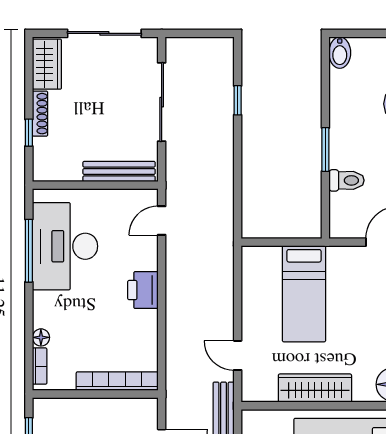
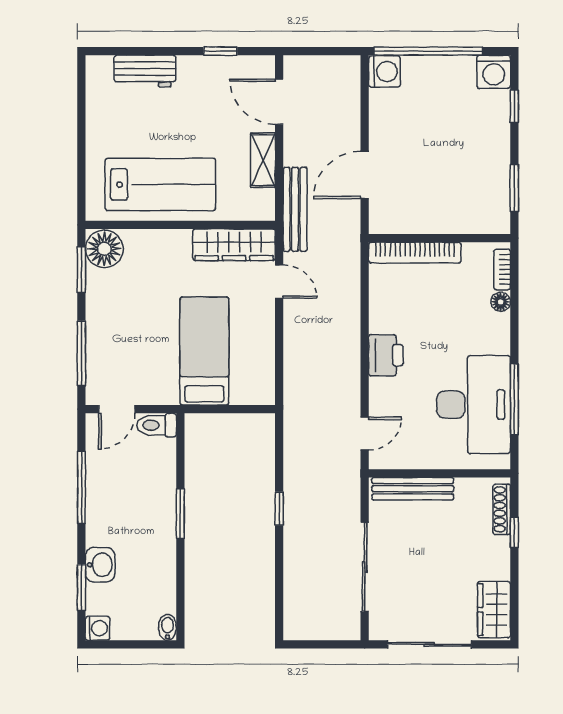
bidet: (340, 53) -> (167, 627), width x0.72, depth x0.74
window: (238, 100) -> (279, 509), moved
shoe rack: (40, 114) -> (502, 509), moved
toilet: (346, 180) -> (157, 425), moved
wardrobe: (315, 388) -> (234, 245), moved

